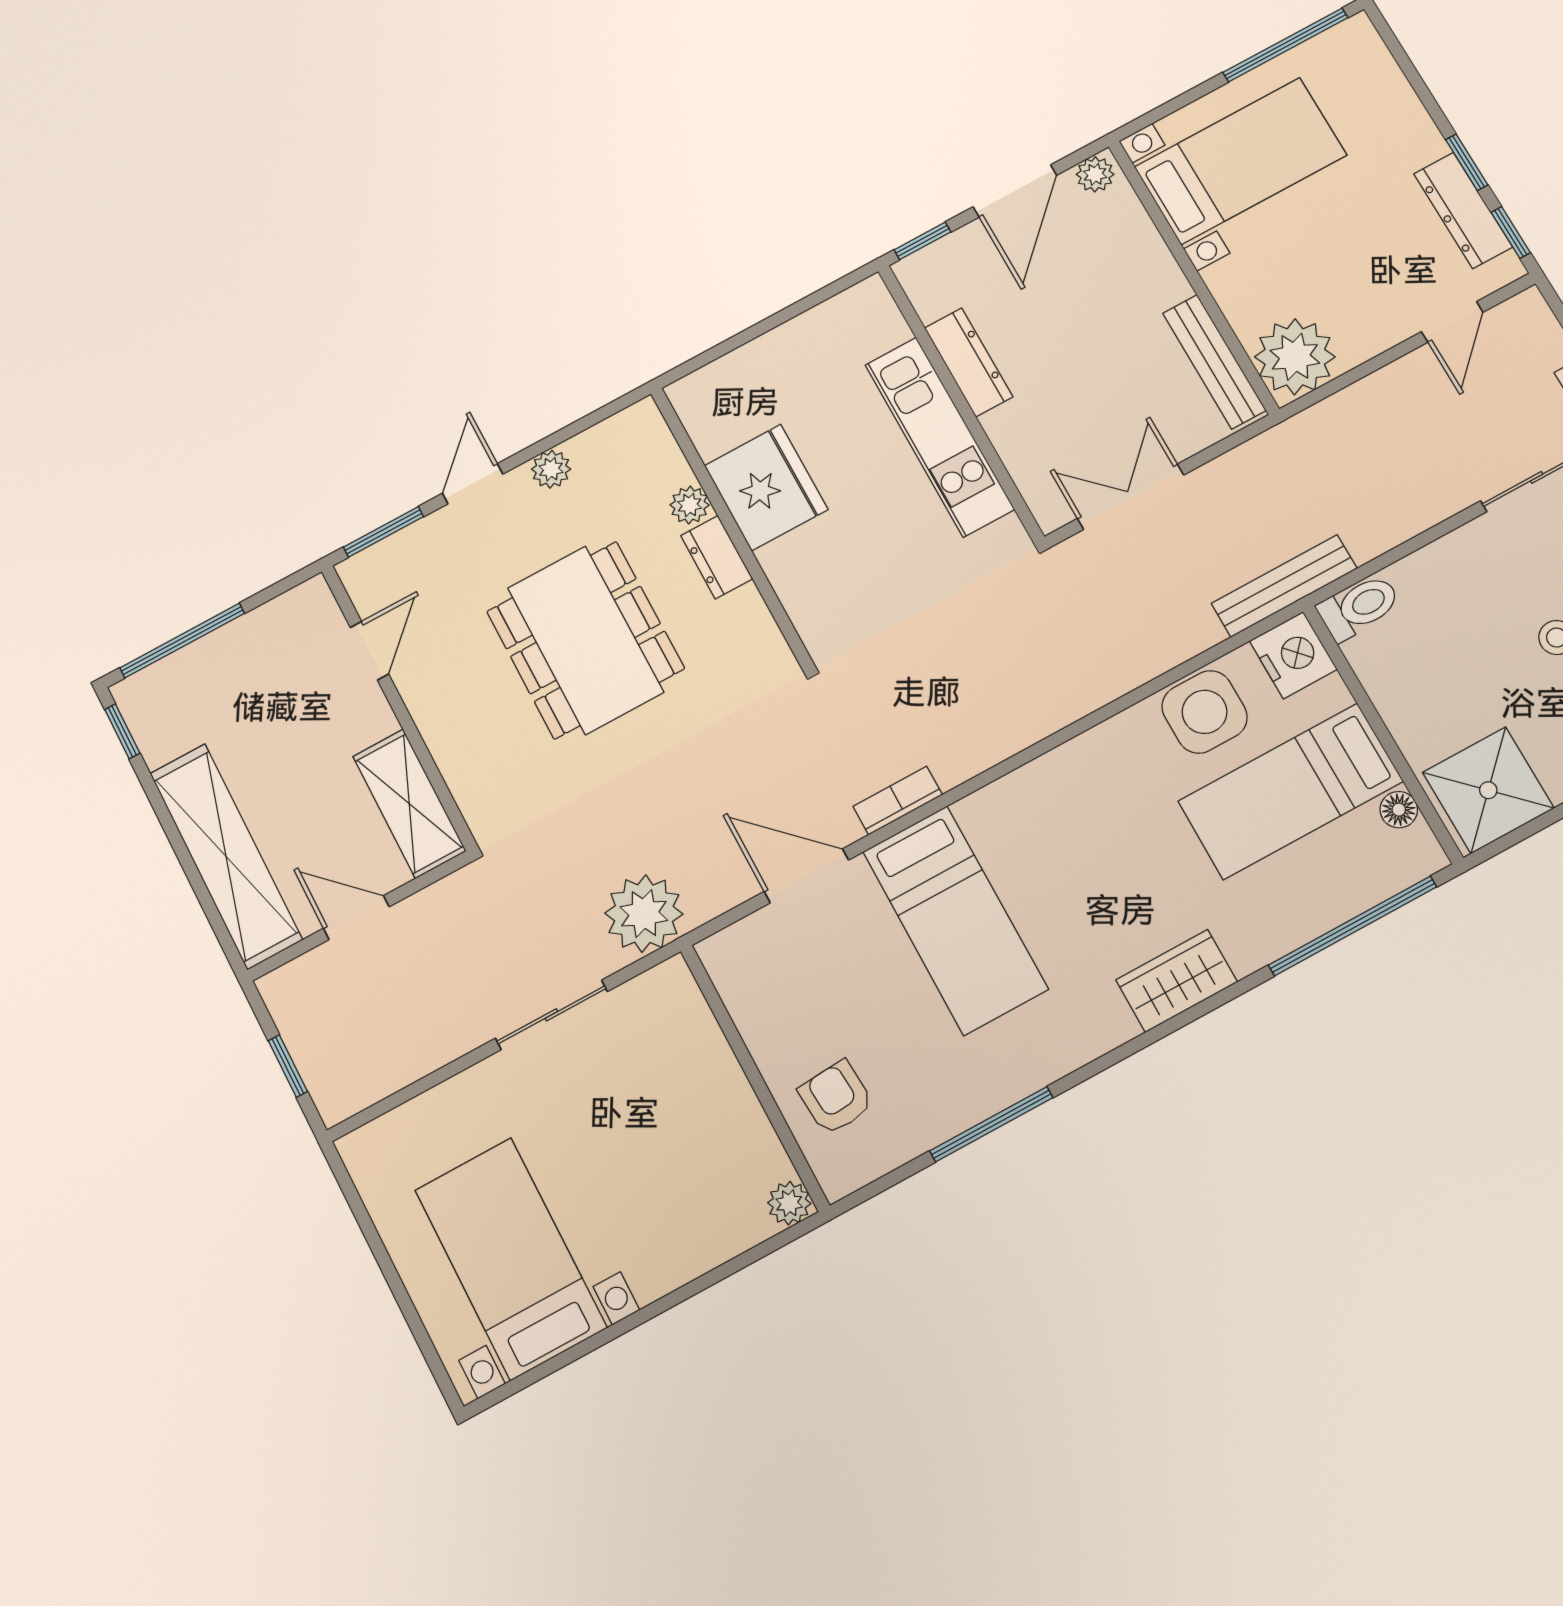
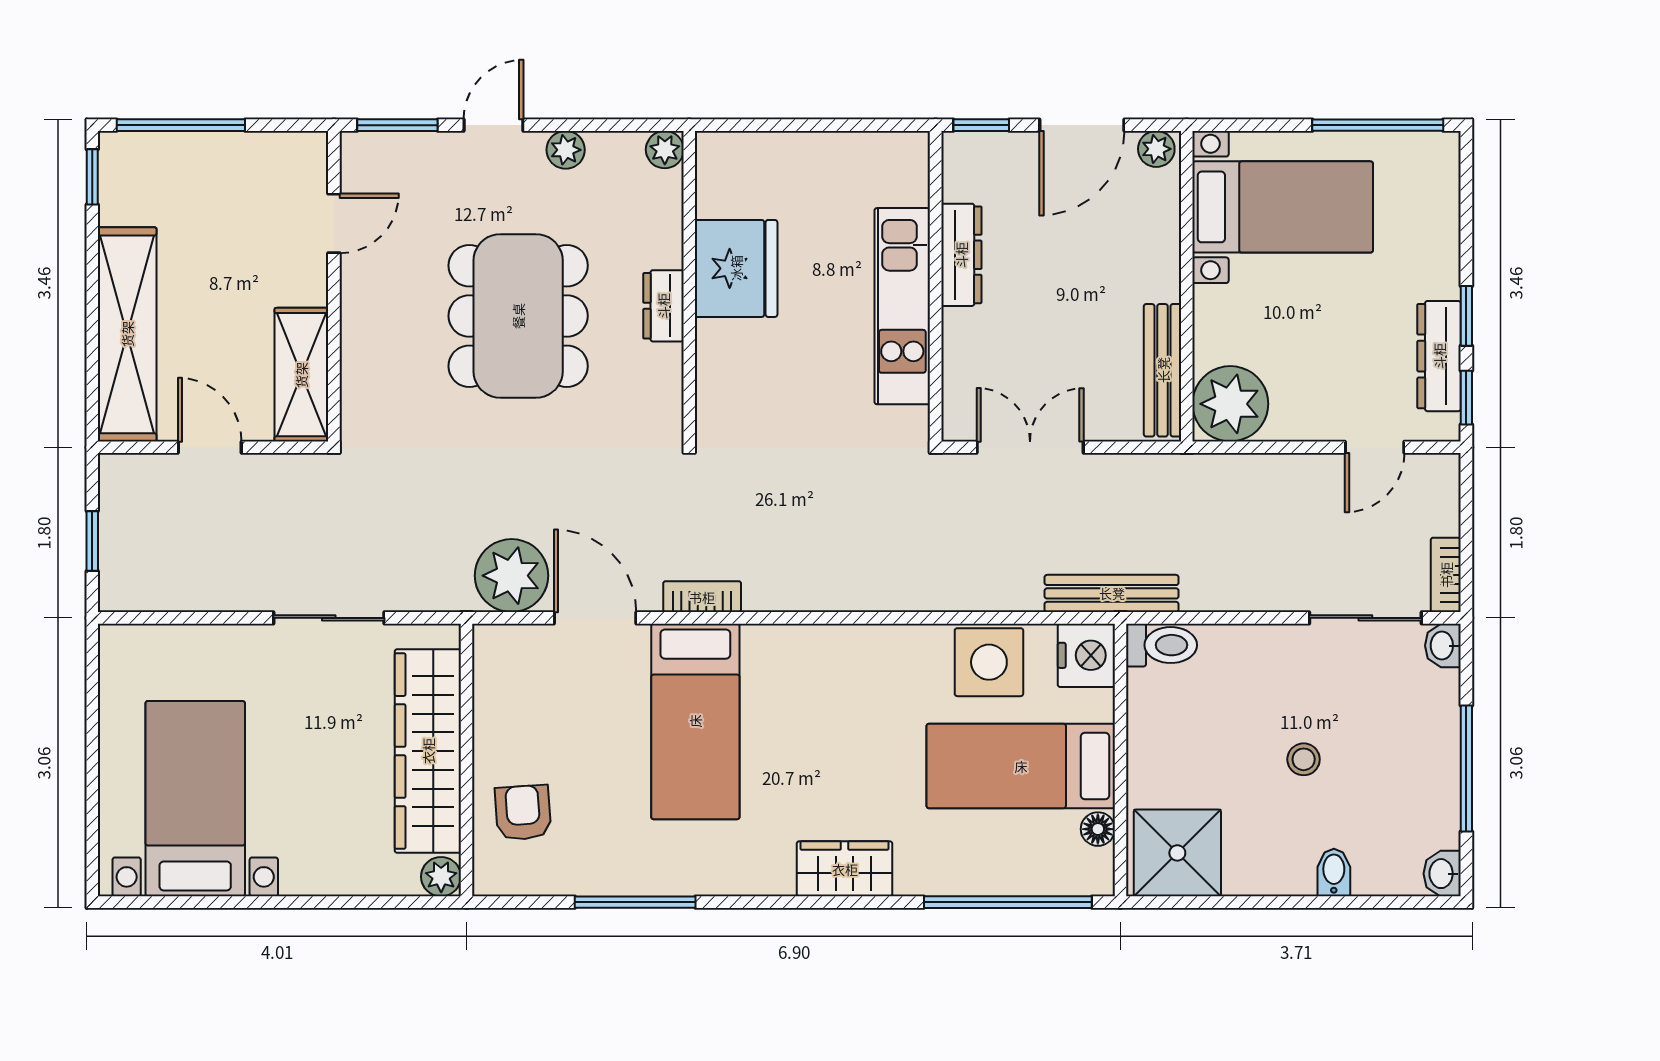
plant: (690, 505) -> (665, 150), moved
plant: (644, 914) -> (512, 576), moved
wardrobe: (713, 1089) -> (428, 751), added

